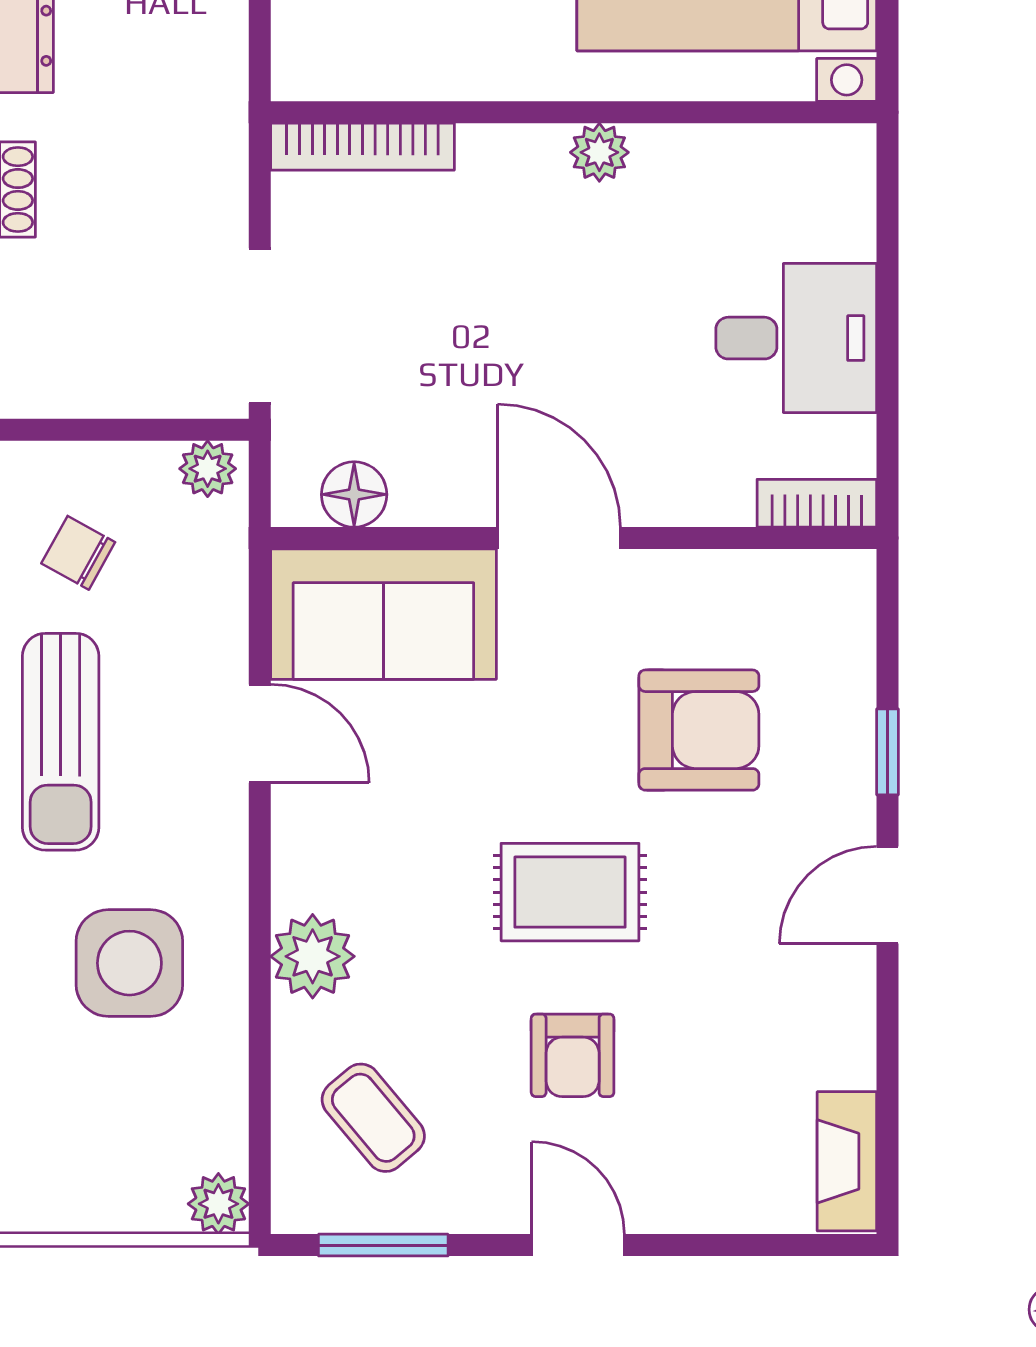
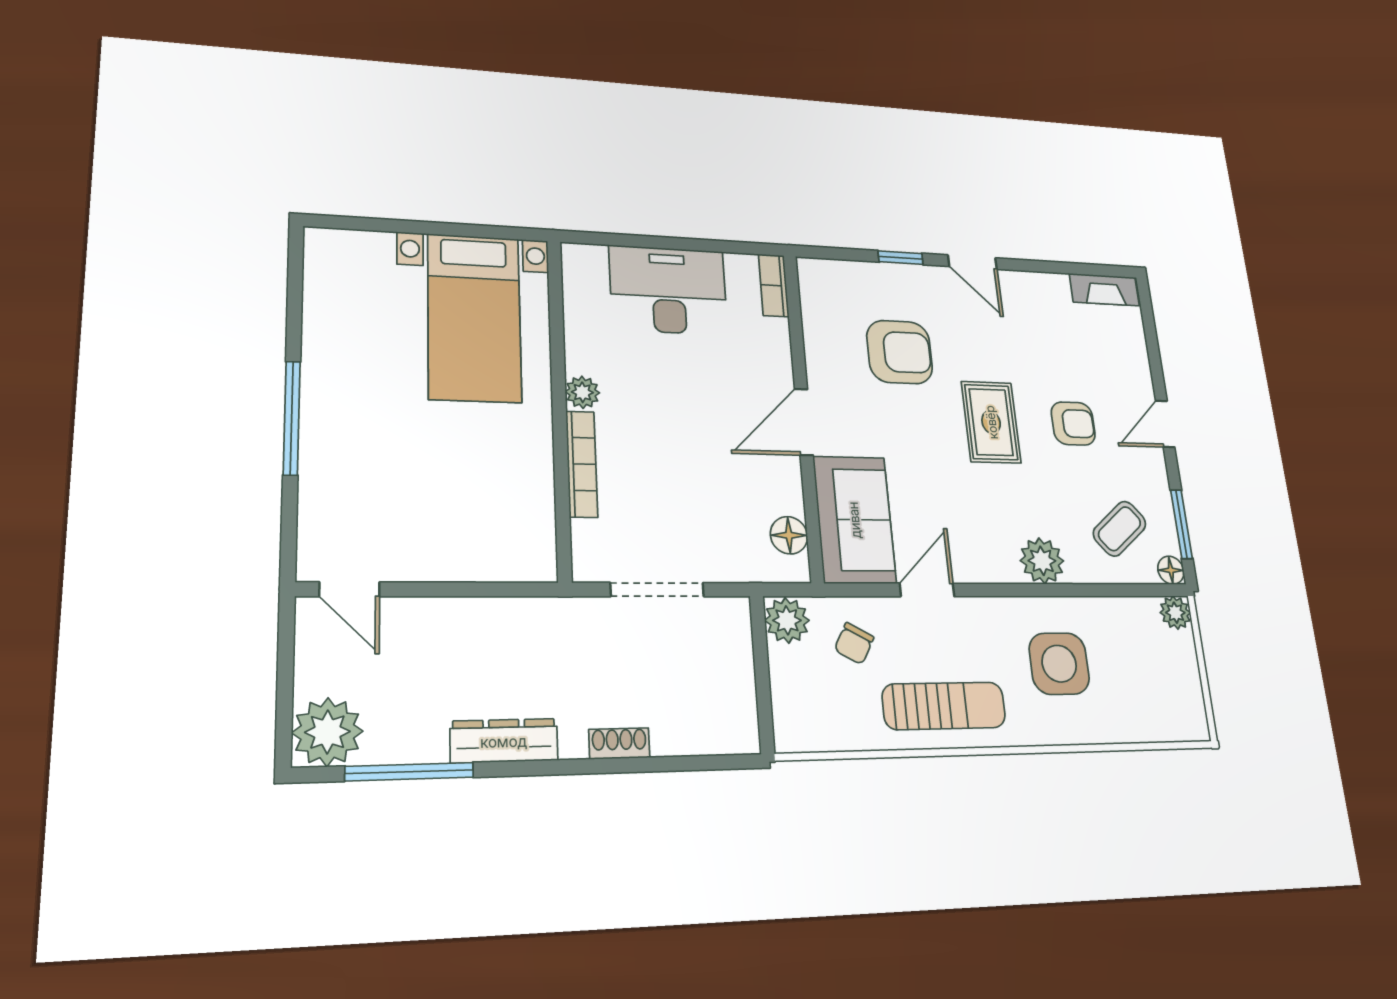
bookcase: (362, 147) -> (582, 464), moved
doorway: (260, 326) -> (657, 590), moved
desk: (796, 338) -> (668, 290), width x1.37
plant: (208, 469) -> (787, 620), width x1.38, depth x1.38
chair: (78, 553) -> (854, 643), moved
armchair: (699, 730) -> (900, 352), turned 90
floor lamp: (297, 1208) -> (1171, 570), added

